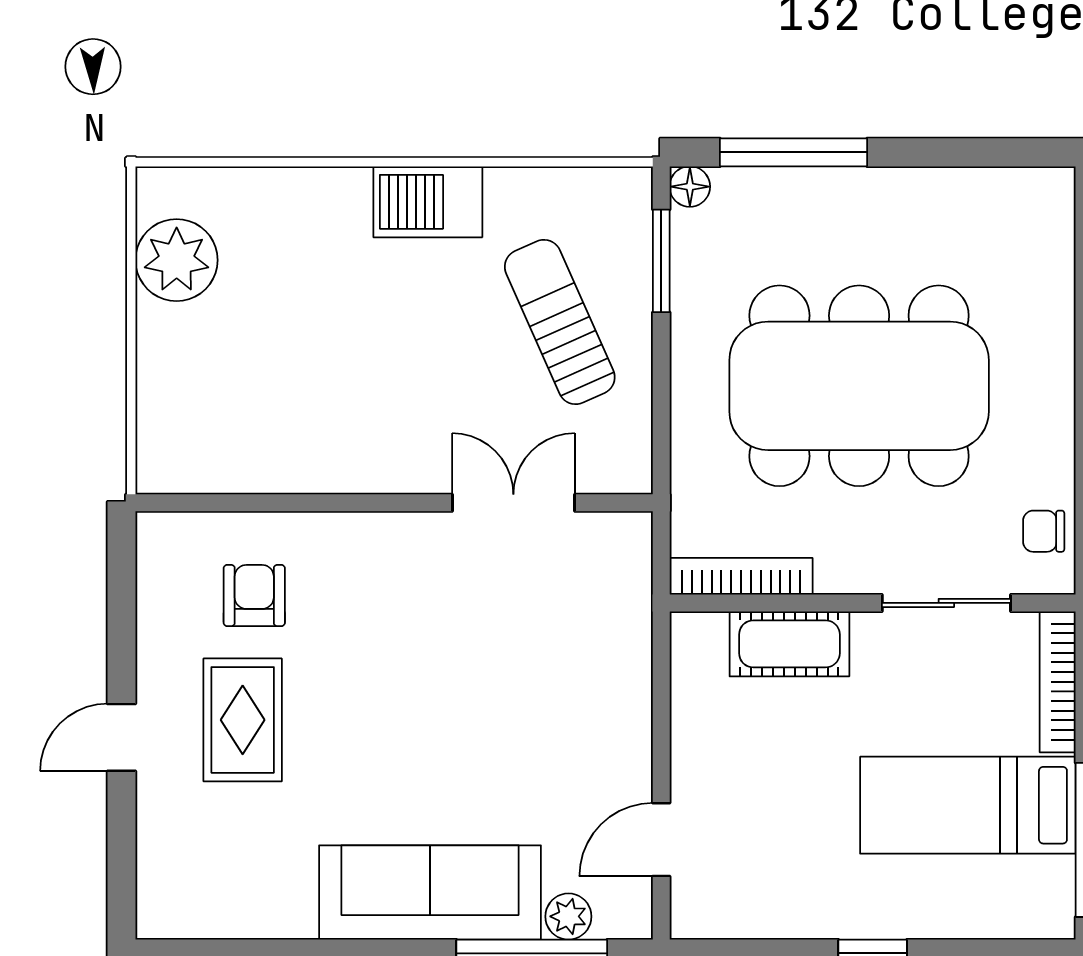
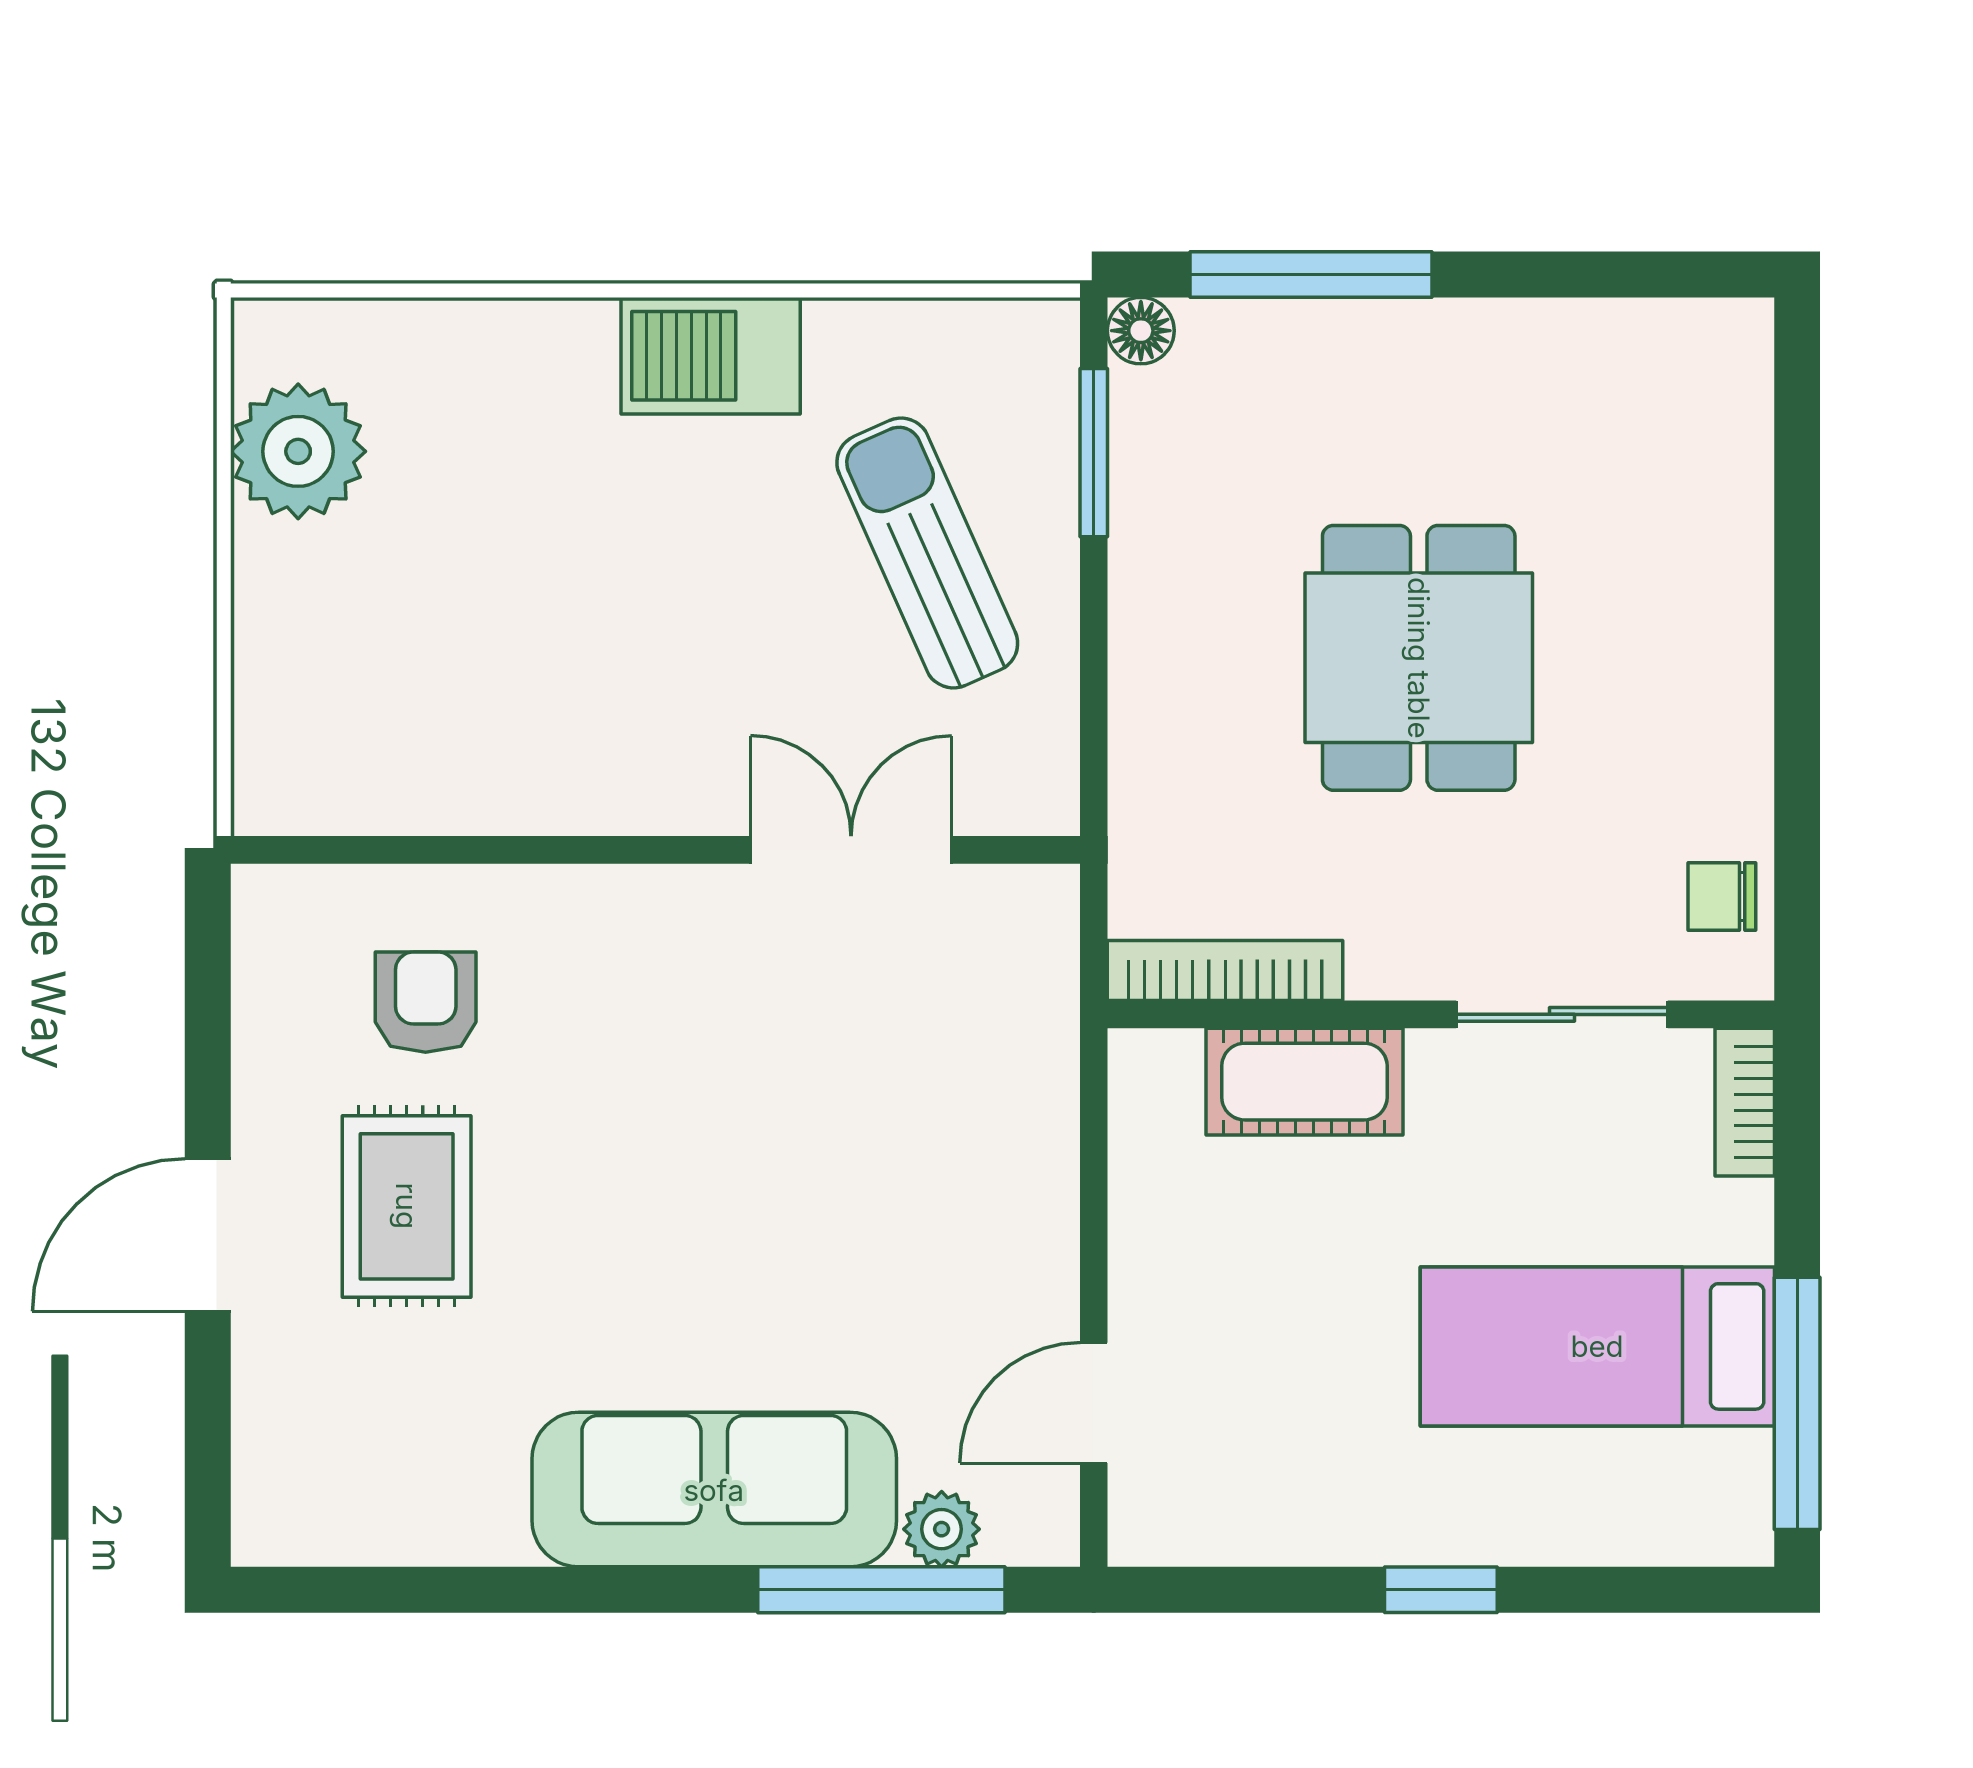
dining table: (859, 386) -> (1419, 658), width x0.53, depth x0.80
bookcase: (1058, 682) -> (1745, 1102), width x0.64
door: (122, 737) -> (208, 1235), width x1.38

